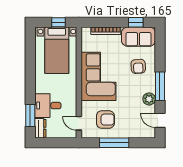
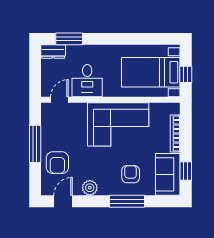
armchair: (138, 66) -> (131, 174), turned 93
window: (160, 86) -> (127, 201), moved
desk: (48, 106) -> (87, 81), moved, turned 180
armchair: (105, 120) -> (57, 163), moved

